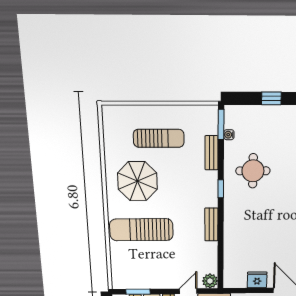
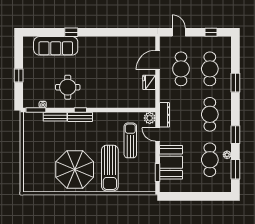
sun lounger: (159, 138) -> (130, 140), moved
parasol: (137, 181) -> (75, 170), width x1.36, depth x1.36
bench: (211, 225) -> (80, 117), moved

